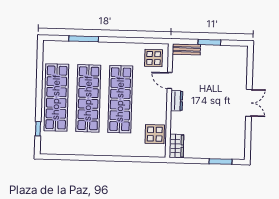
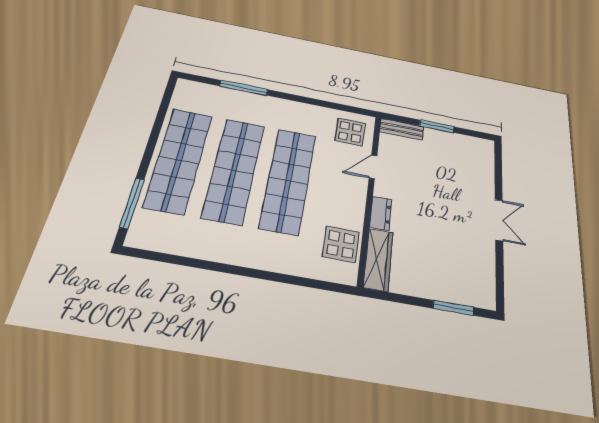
door: (170, 81) -> (373, 167), hinge flipped
dresser: (177, 101) -> (381, 213), moved
window: (38, 129) -> (132, 203), width x2.17
wardrobe: (177, 146) -> (378, 260), width x1.50

